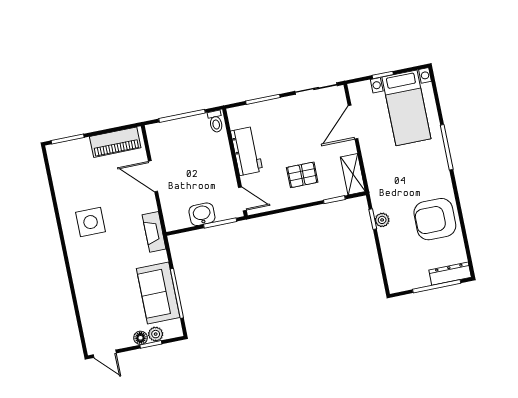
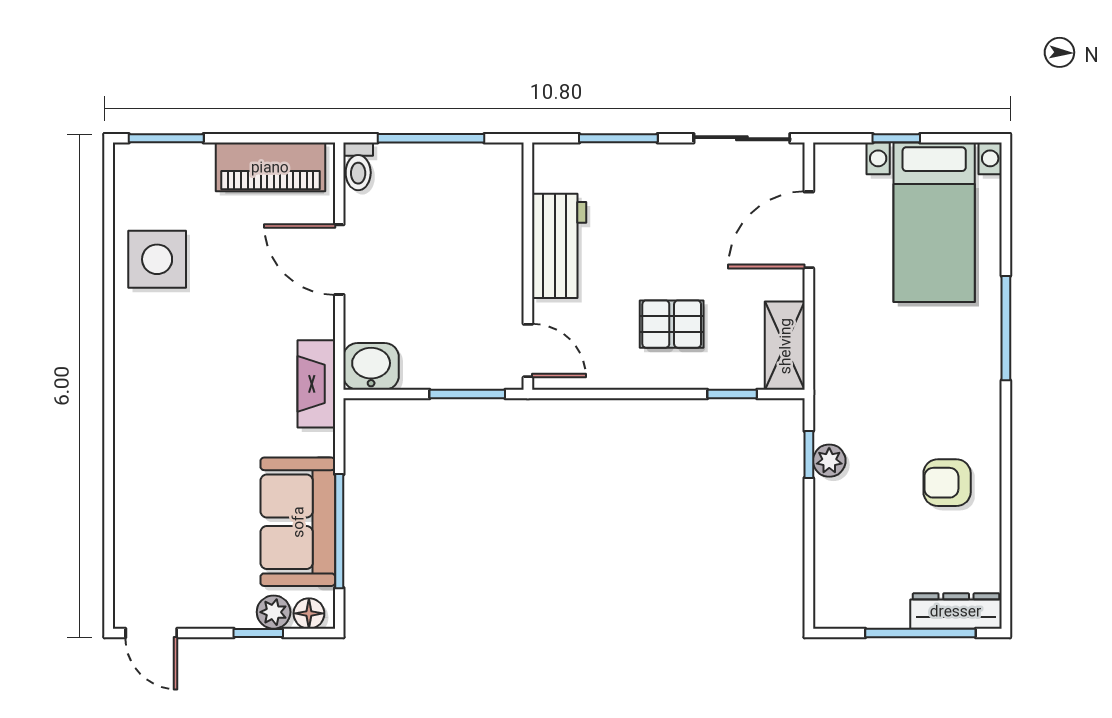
toilet: (216, 122) -> (358, 166), moved
washbasin: (202, 214) -> (371, 366), moved
armchair: (435, 219) -> (947, 483), width x0.53, depth x0.53
side table: (91, 222) -> (157, 259), moved
floor lamp: (141, 338) -> (309, 613), moved

